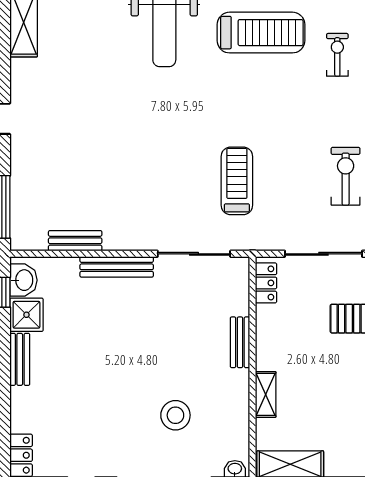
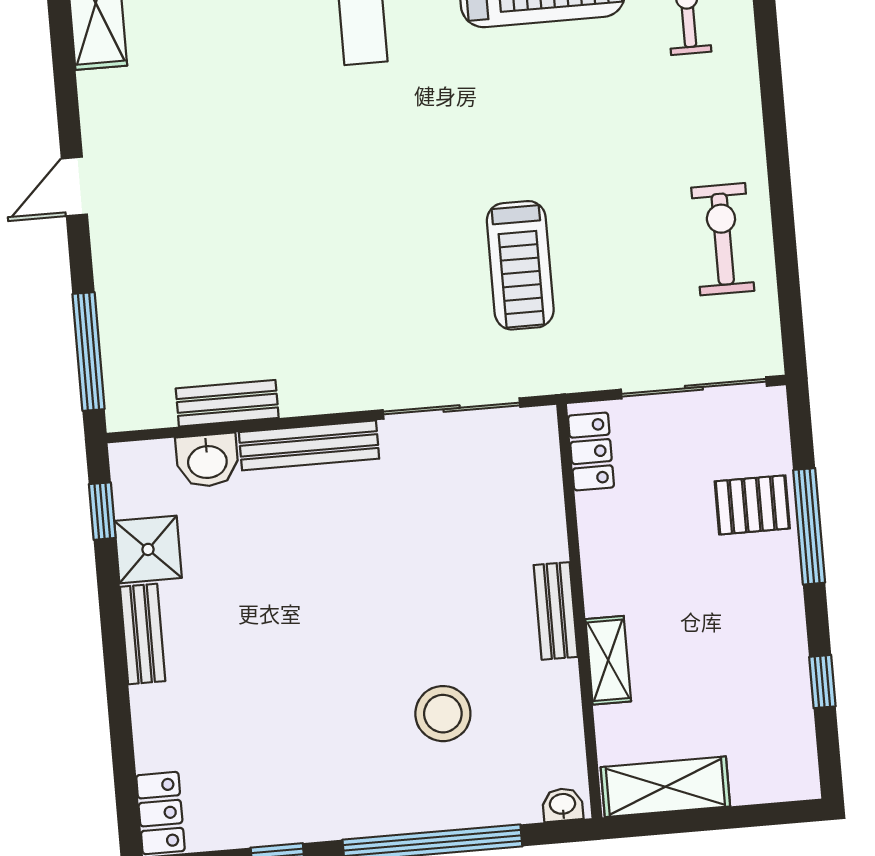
treadmill: (237, 181) -> (520, 265), turned 180
washbasin: (23, 280) -> (207, 460), moved, turned 90
bench: (240, 342) -> (556, 611), moved

